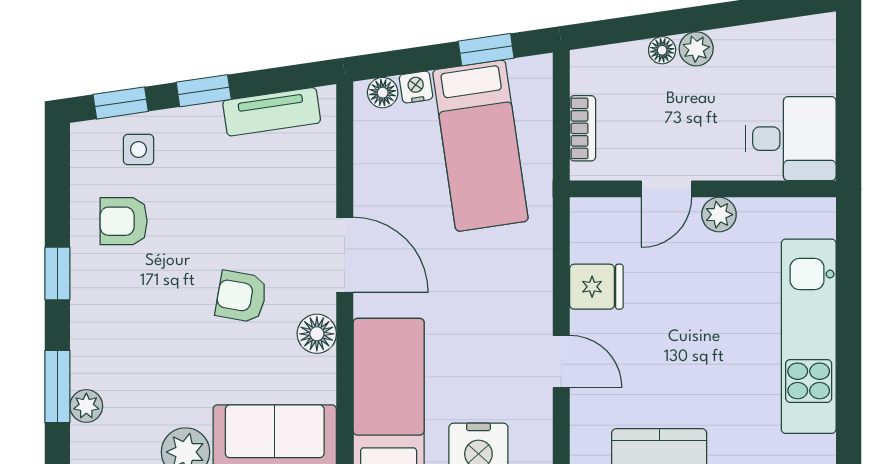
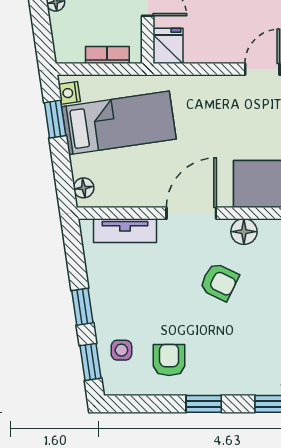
nightstand: (416, 87) -> (69, 93), moved
tv unit: (272, 112) -> (125, 231), moved, turned 98
armchair: (124, 221) -> (169, 360), turned 180
fridge: (596, 287) -> (168, 46), moved
armchair: (241, 297) -> (219, 282), turned -74

